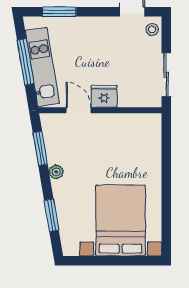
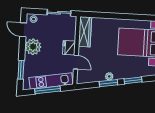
plant: (102, 31) -> (33, 47), added
door: (79, 110) -> (76, 62), swing flipped
wardrobe: (134, 123) -> (85, 32), added
window: (40, 148) -> (108, 83), moved

